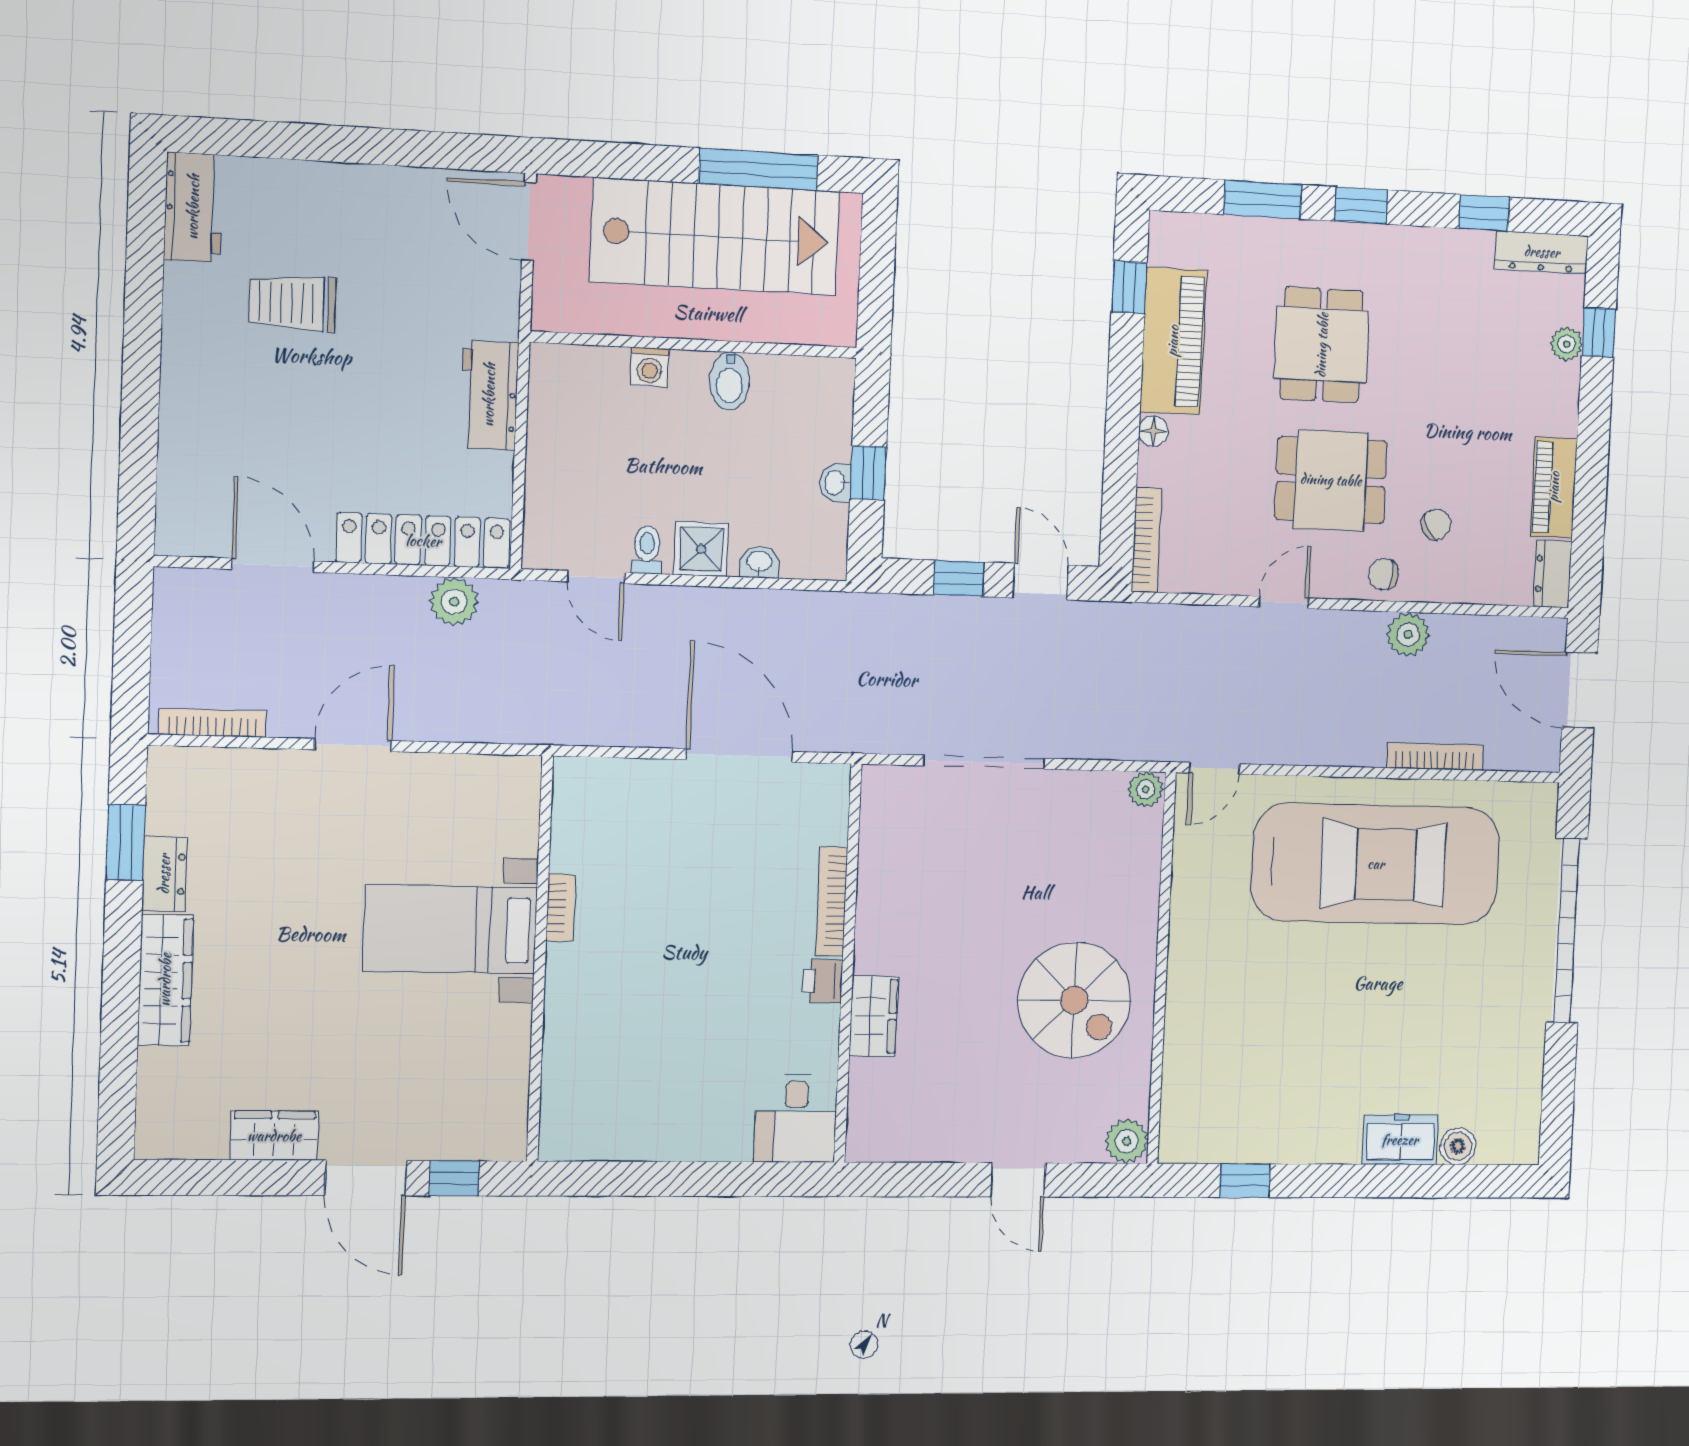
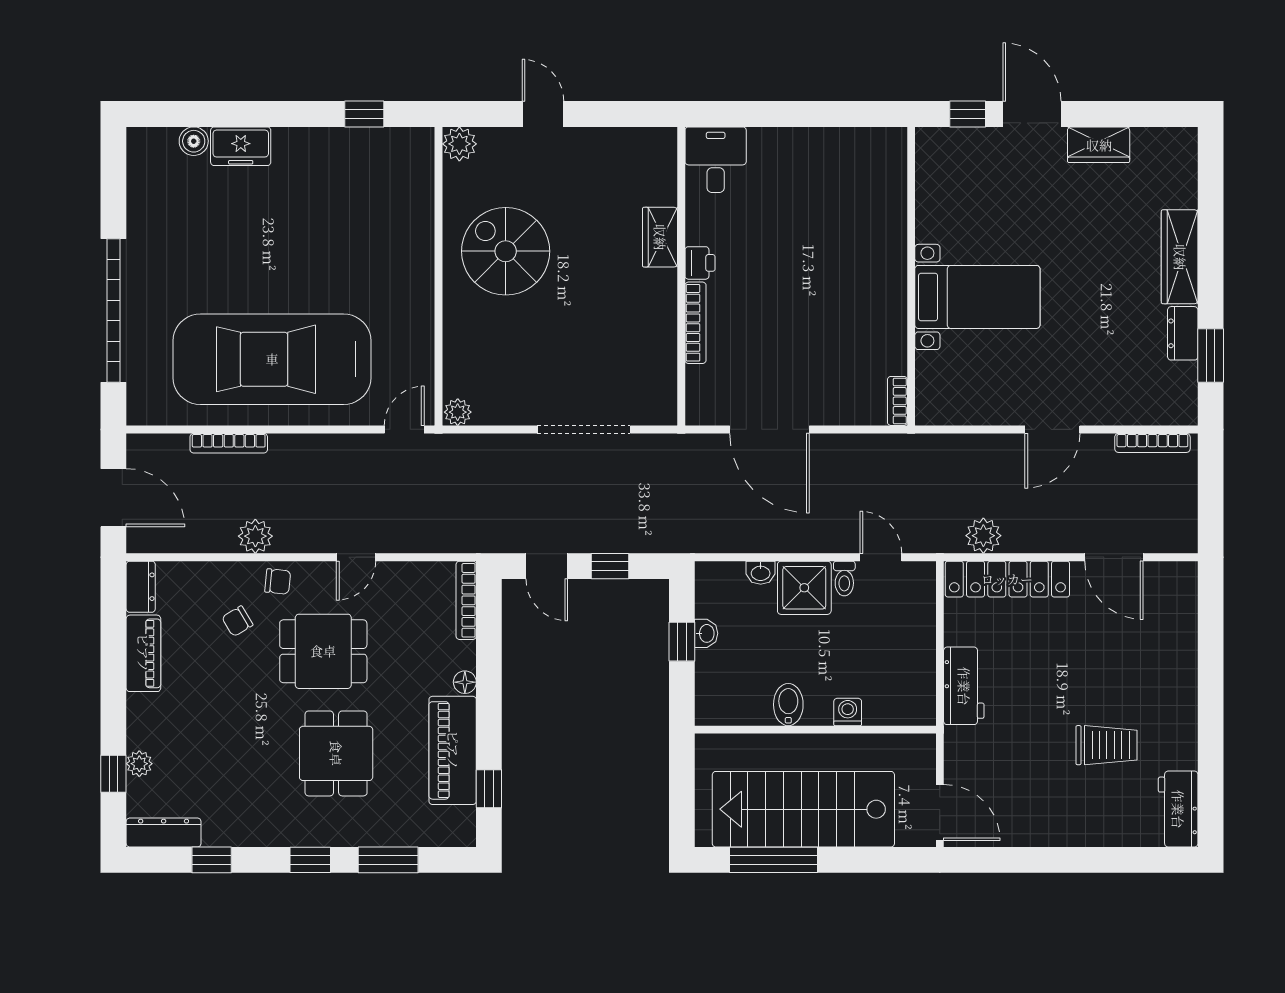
shower: (701, 549) -> (804, 588), width x1.36, depth x1.36
bookcase: (561, 908) -> (897, 401), moved

